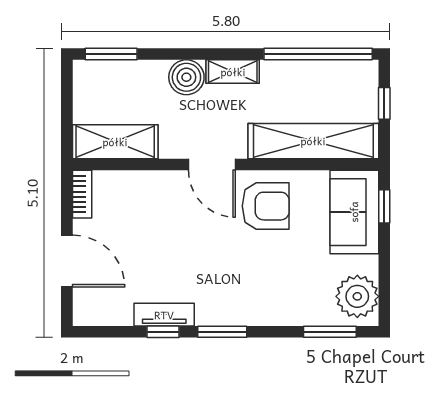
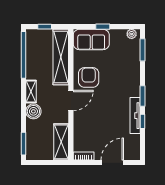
window: (384, 206) -> (103, 27), moved
plant: (357, 296) -> (132, 34), width x0.53, depth x0.53
tv unit: (164, 315) -> (135, 116), width x1.41

